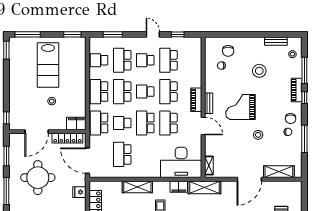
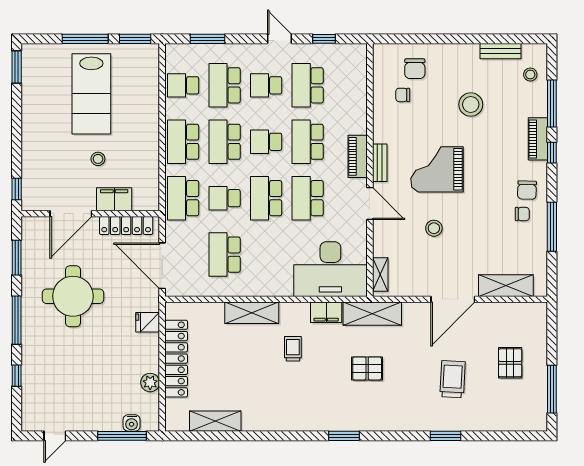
window: (28, 34) -> (85, 39), moved
filing cabinet: (76, 124) -> (114, 199), moved
stool: (258, 135) -> (434, 228), moved

